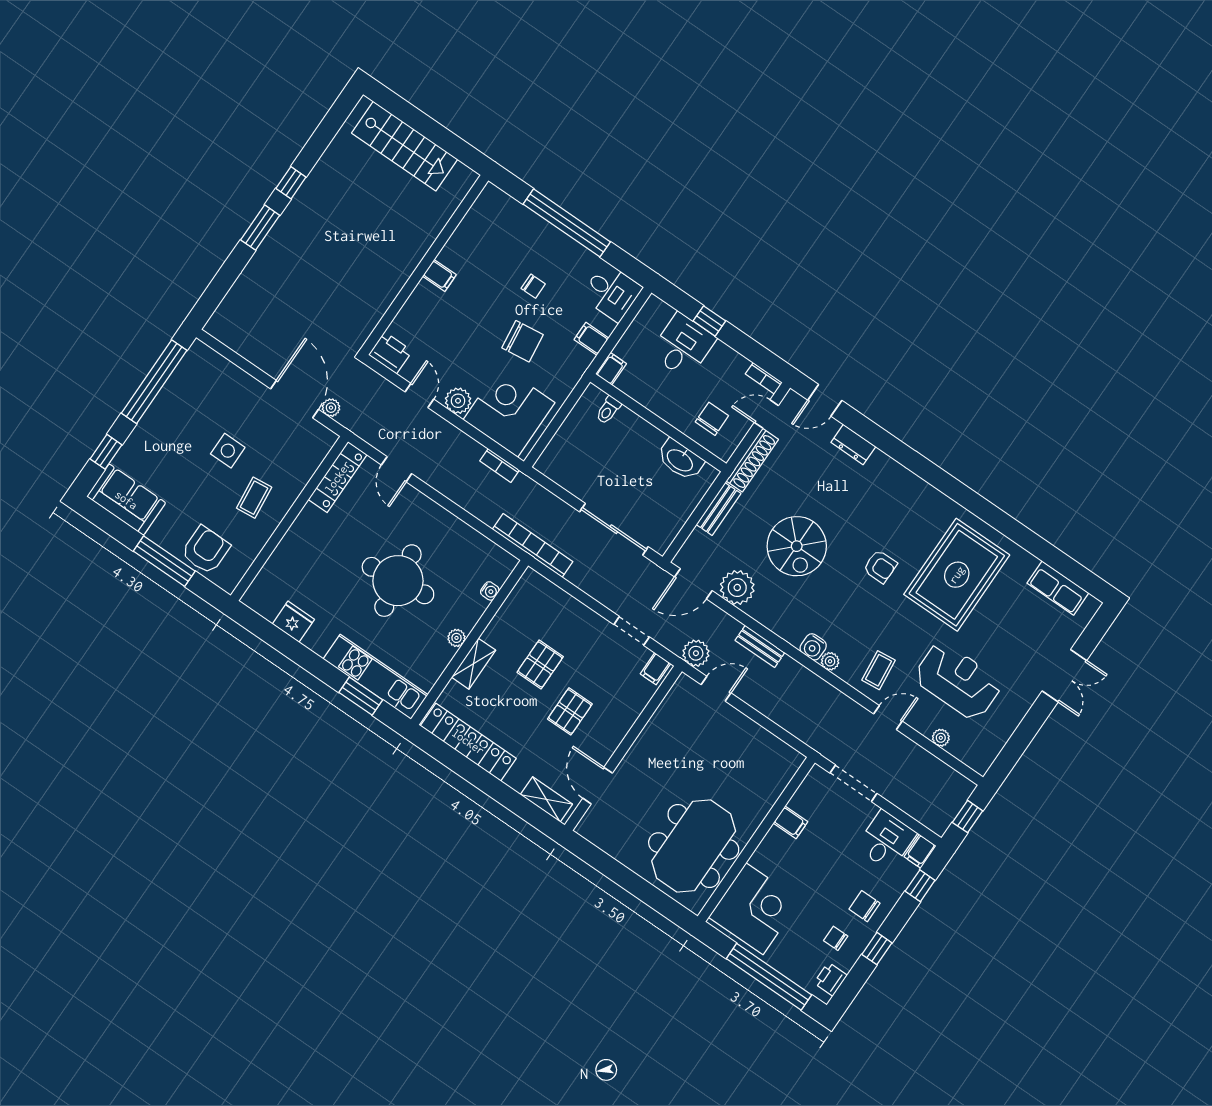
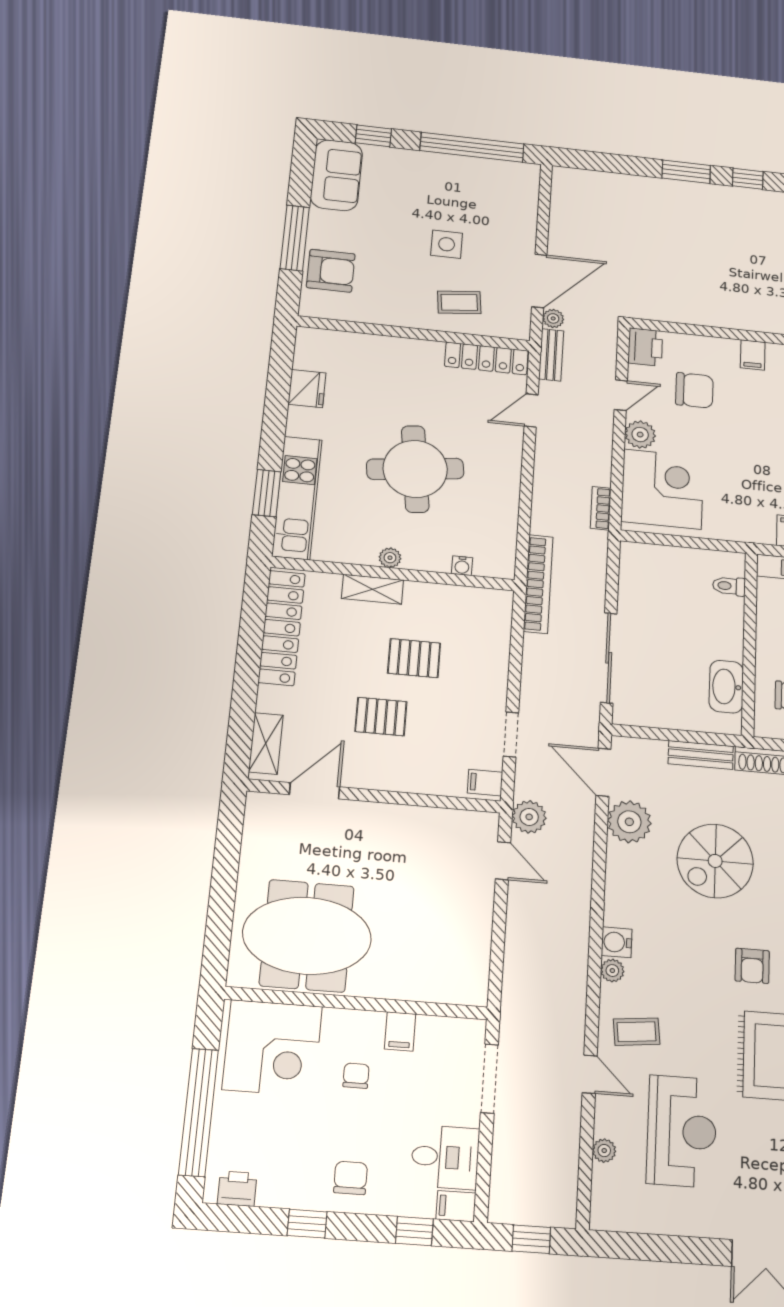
chair: (523, 341) -> (694, 390), moved, turned -83
coffee table: (254, 498) -> (459, 302), moved
bench: (760, 646) -> (551, 355), moved
chair: (836, 938) -> (356, 1076), moved

